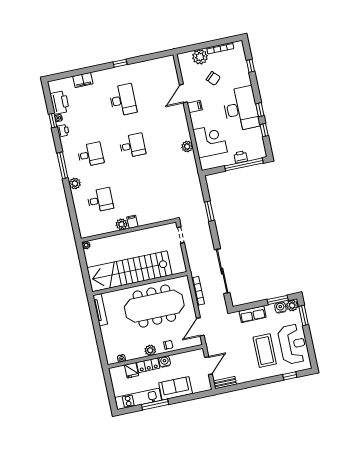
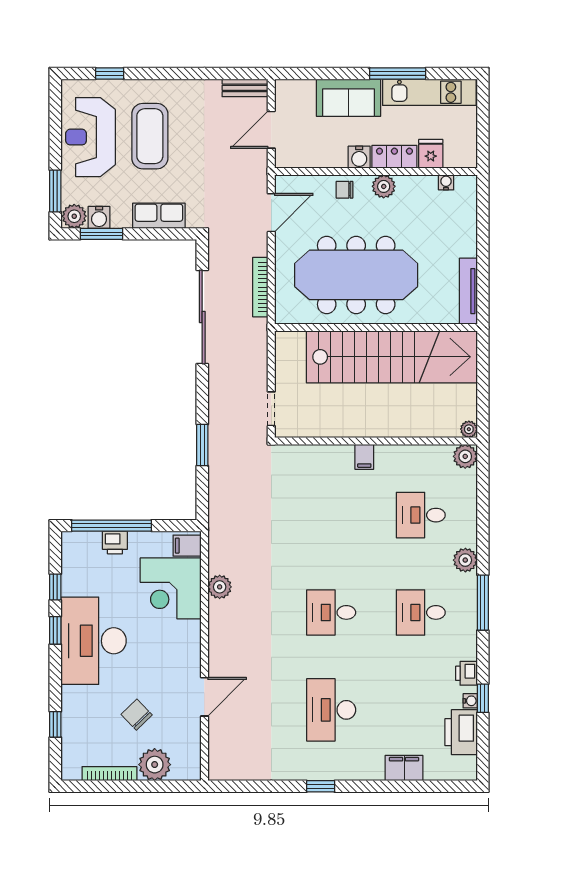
filing cabinet: (195, 107) -> (187, 546), moved
plant: (122, 224) -> (465, 456), moved

